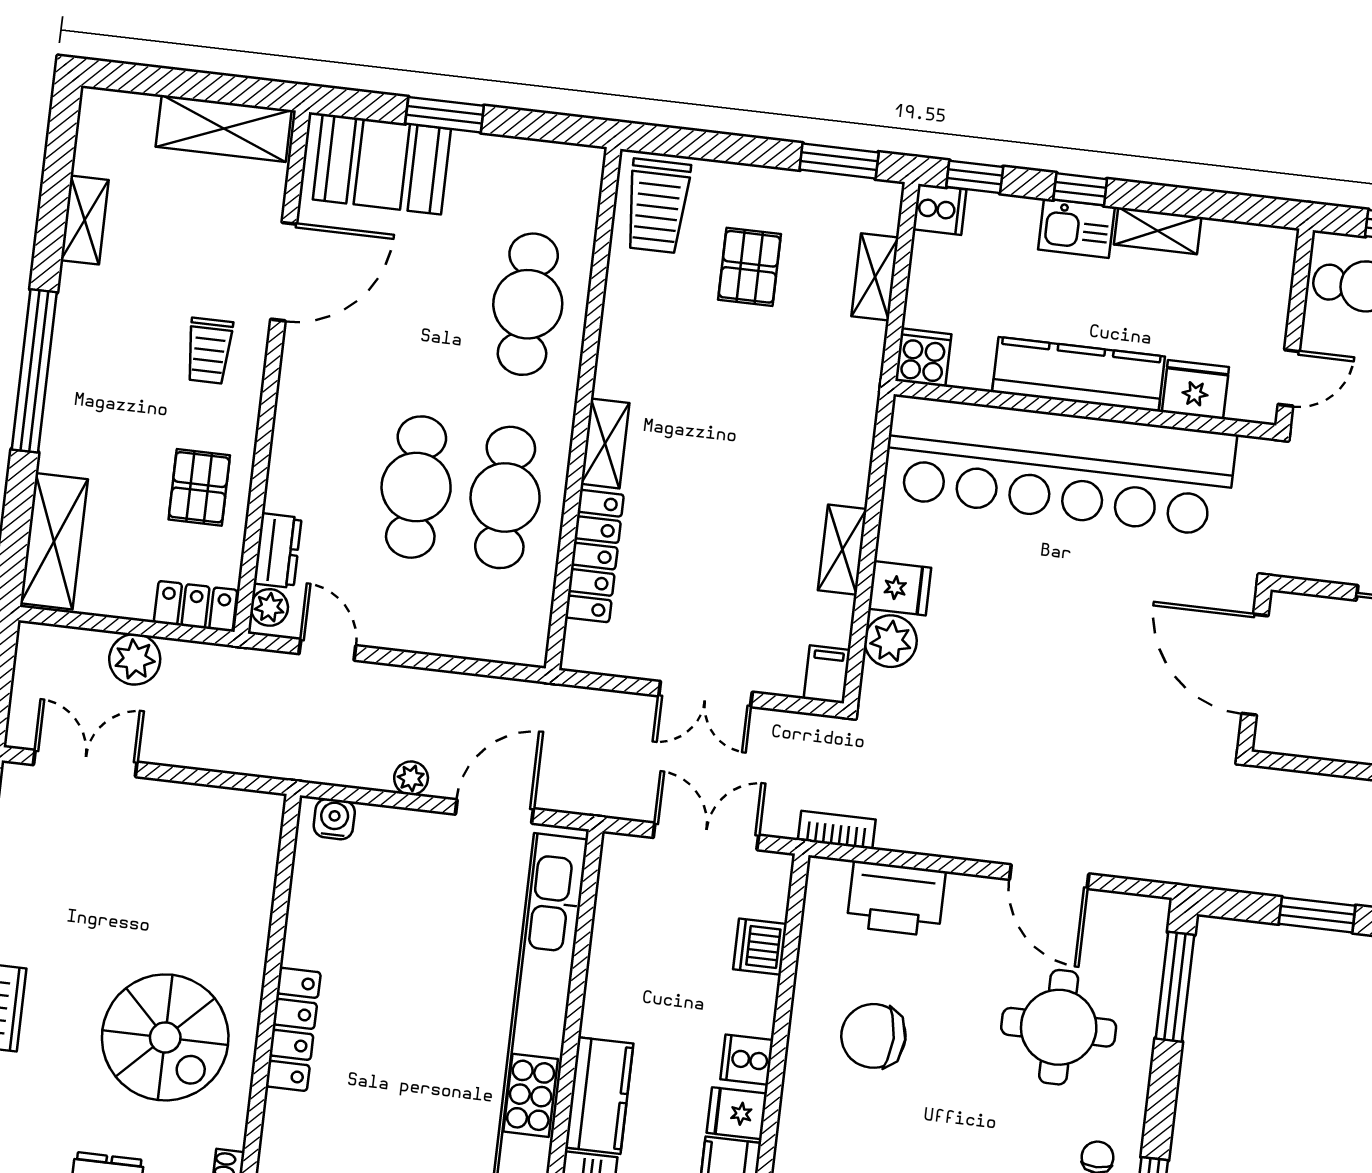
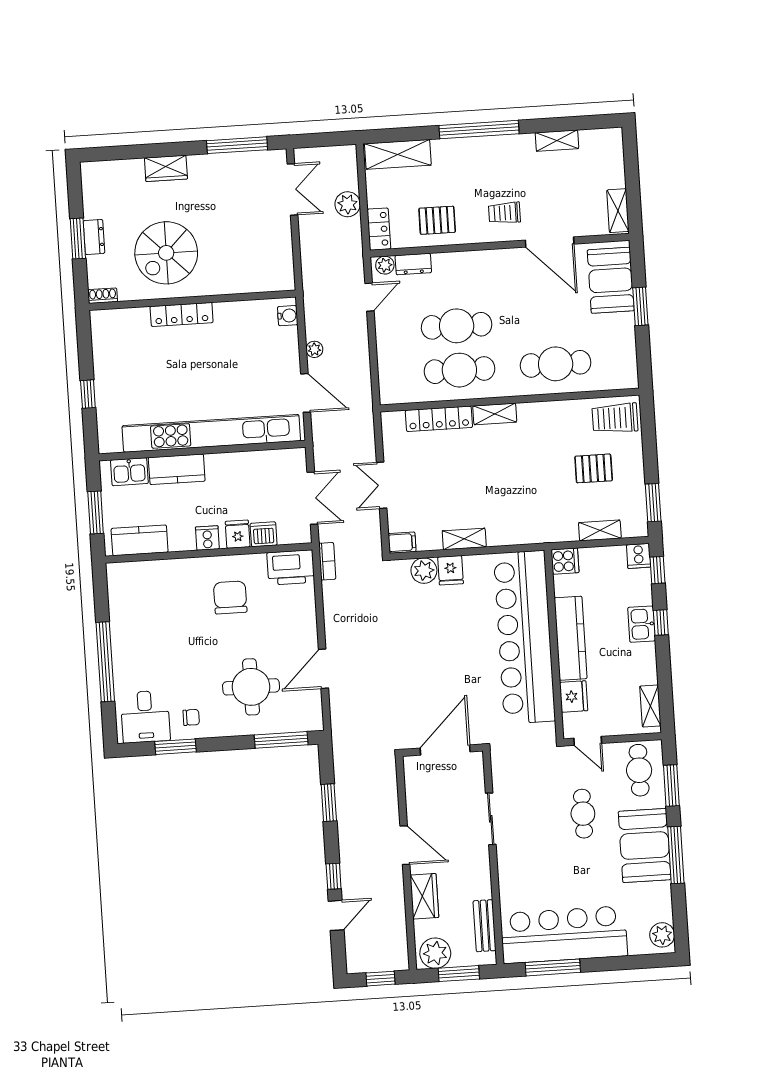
shelving: (224, 128) -> (618, 211), width x0.67, depth x0.75
shelving: (1158, 231) -> (650, 706), moved
printer: (896, 899) -> (291, 567), moved, turned -90
fridge: (737, 1113) -> (238, 534), moved

